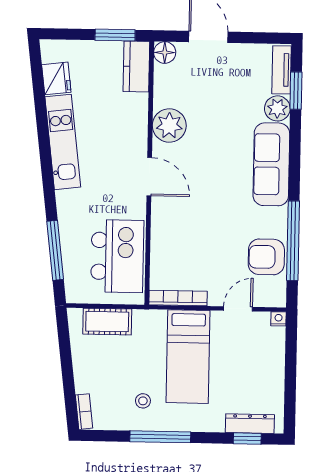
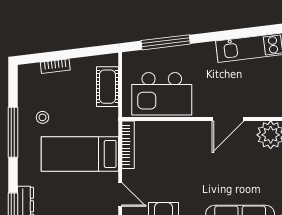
bookcase: (84, 412) -> (55, 66), moved

